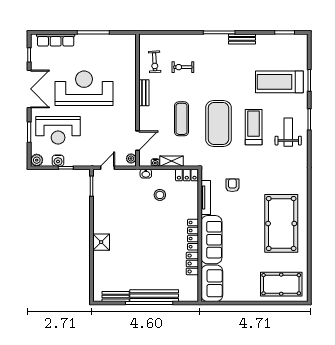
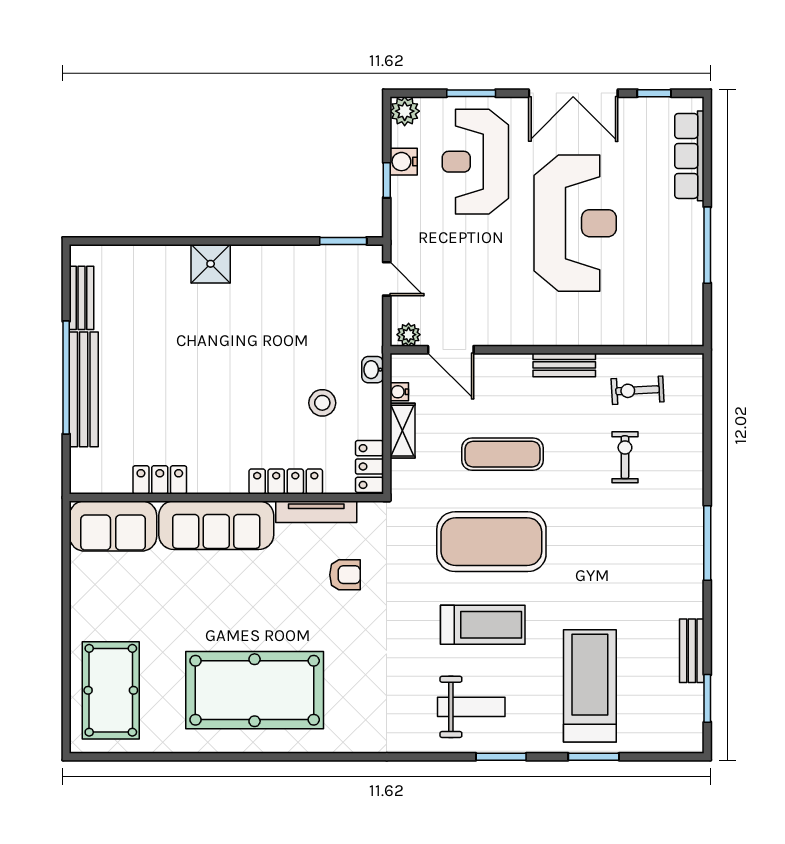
bench: (242, 39) -> (692, 651), moved
locker: (193, 235) -> (286, 481), moved

